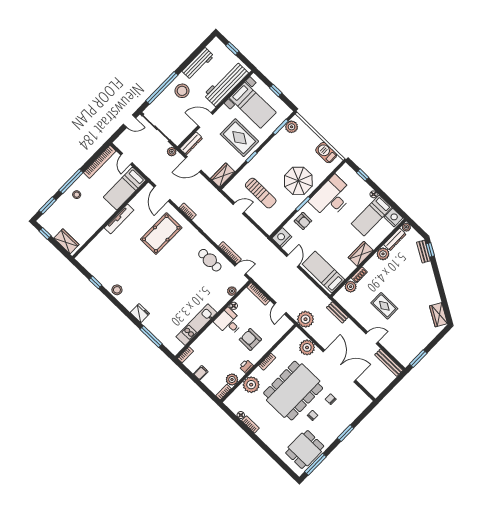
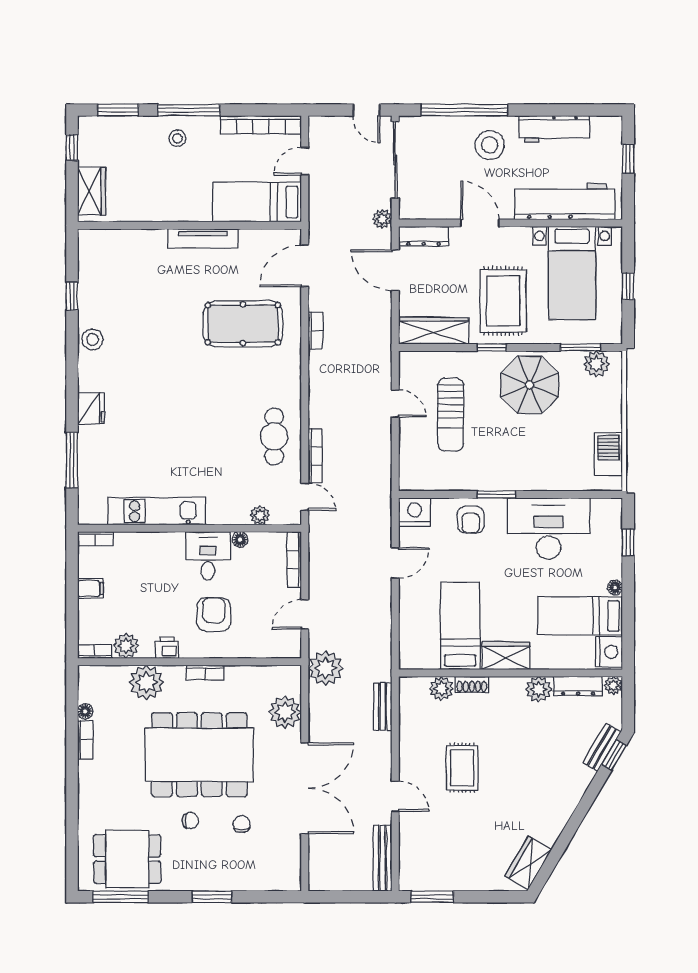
wardrobe: (223, 175) -> (434, 331), width x1.50
parasol: (298, 181) -> (529, 385), moved
bed: (323, 272) -> (460, 626), moved

